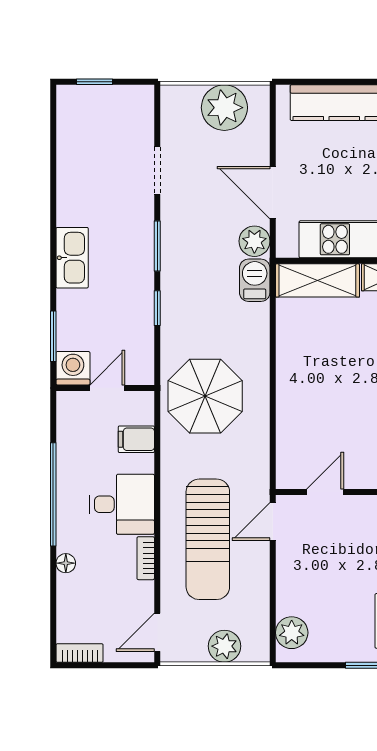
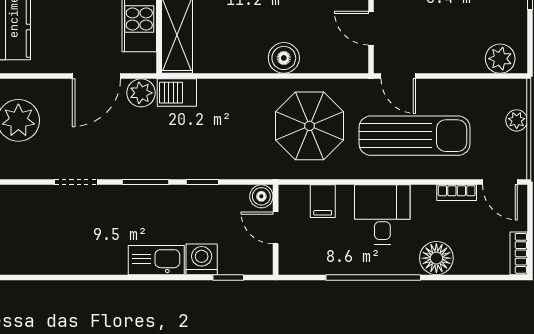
window: (53, 336) -> (228, 277), width x0.67
washing machine: (73, 368) -> (202, 259), moved, turned 90
boiler: (142, 372) -> (261, 196), added
parasol: (205, 396) -> (310, 126), moved
boiler: (292, 397) -> (284, 58), added
bookcase: (146, 558) -> (457, 193), moved
floor lamp: (66, 563) -> (436, 258), width x1.89, depth x1.89
plant: (224, 646) -> (517, 120), width x0.73, depth x0.73

